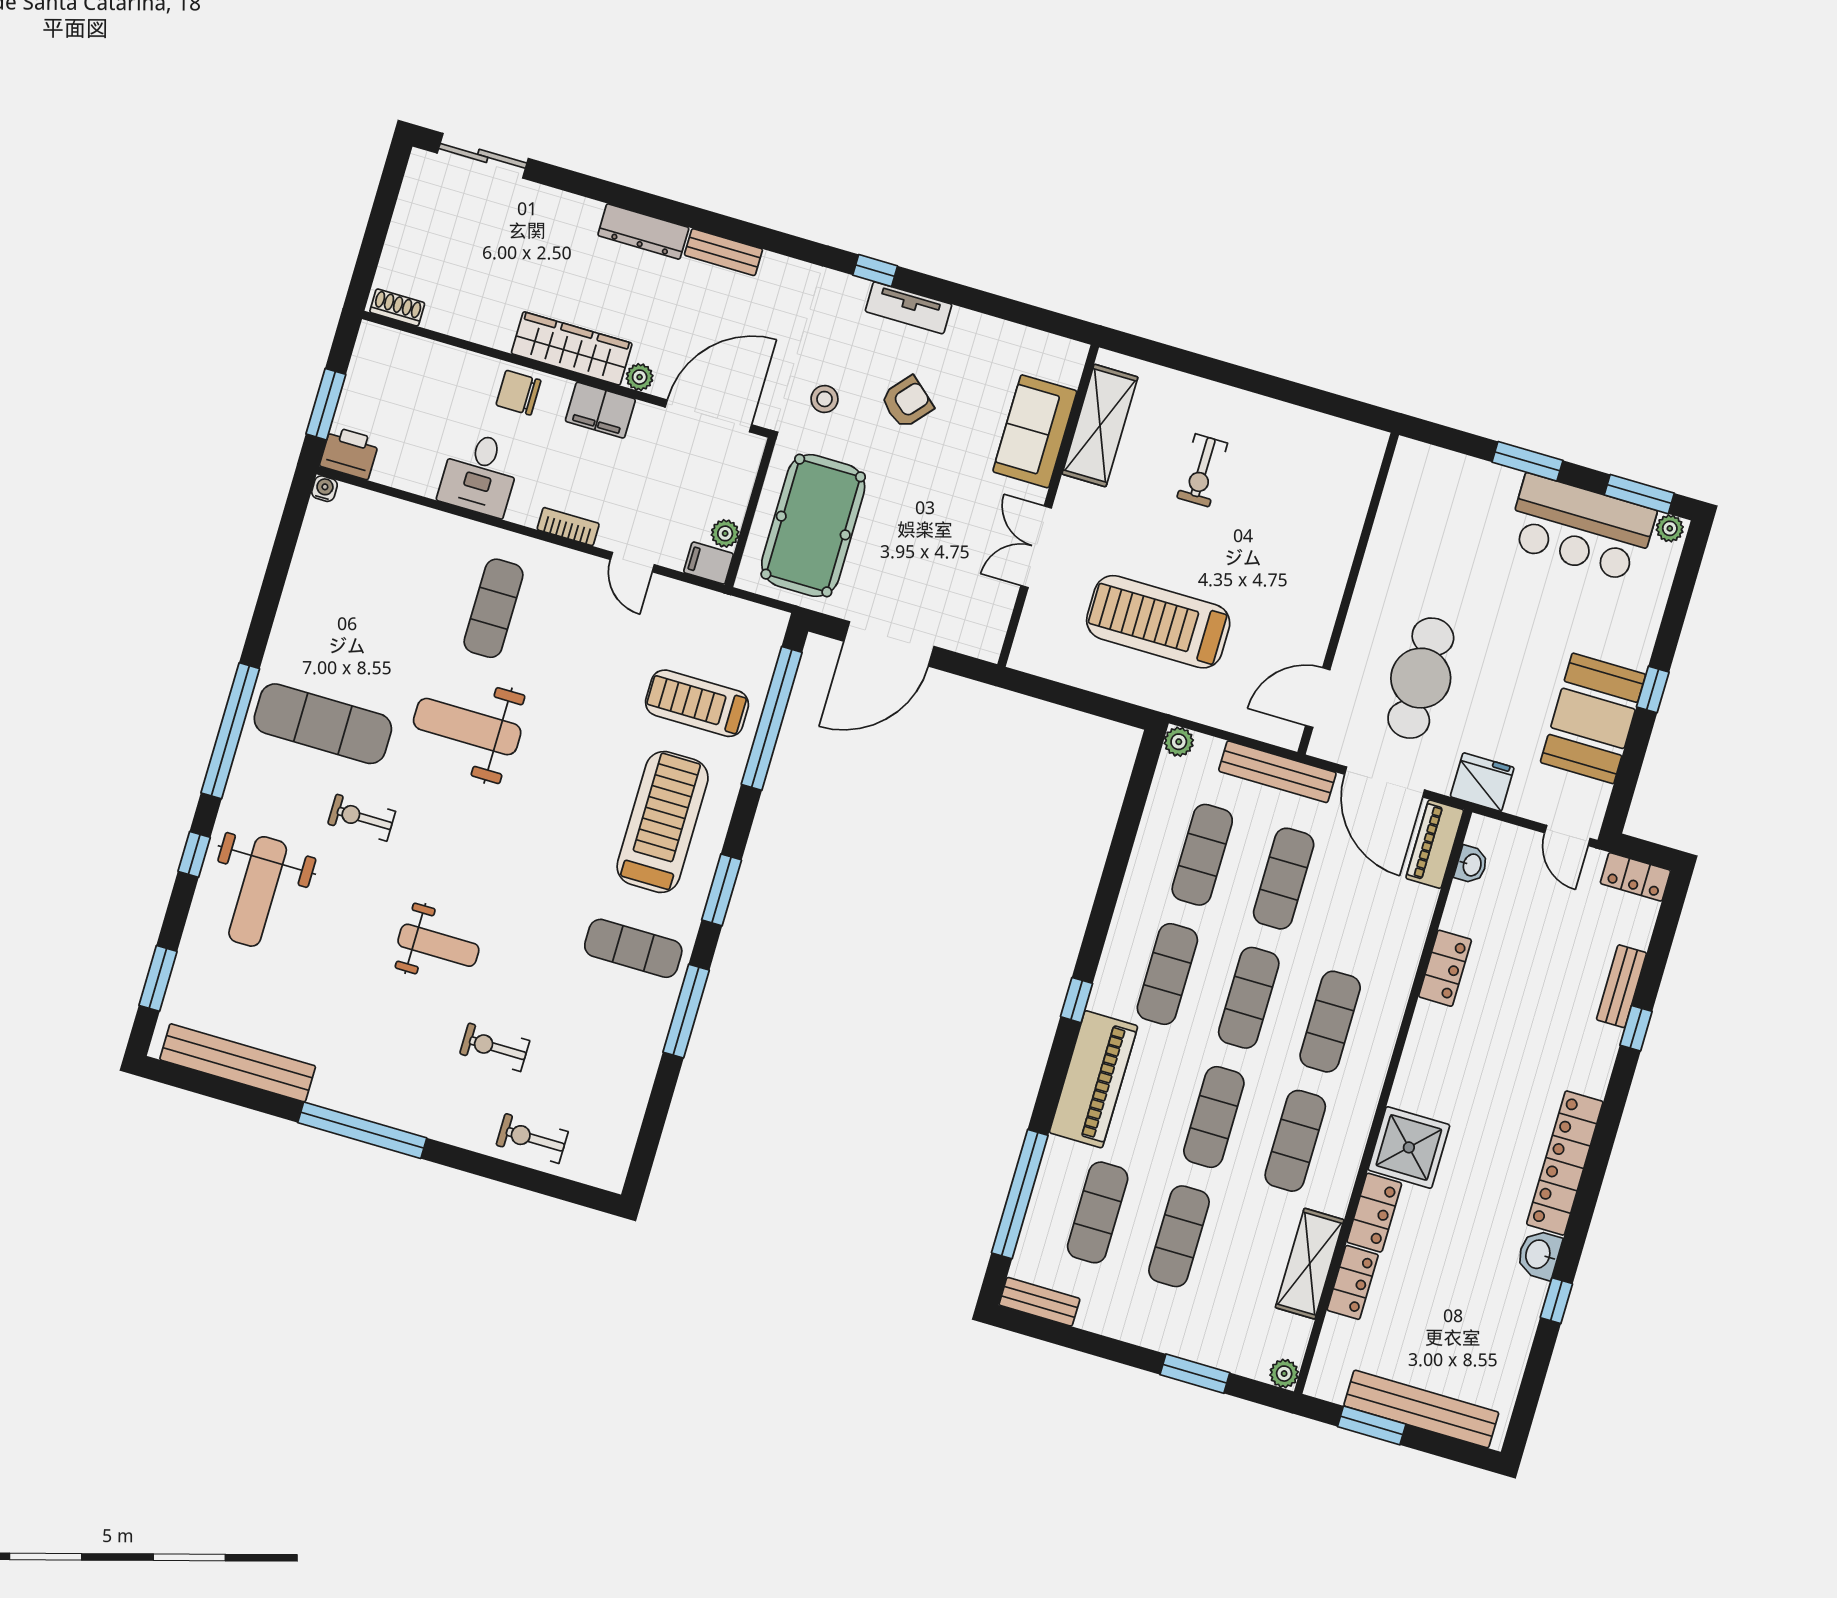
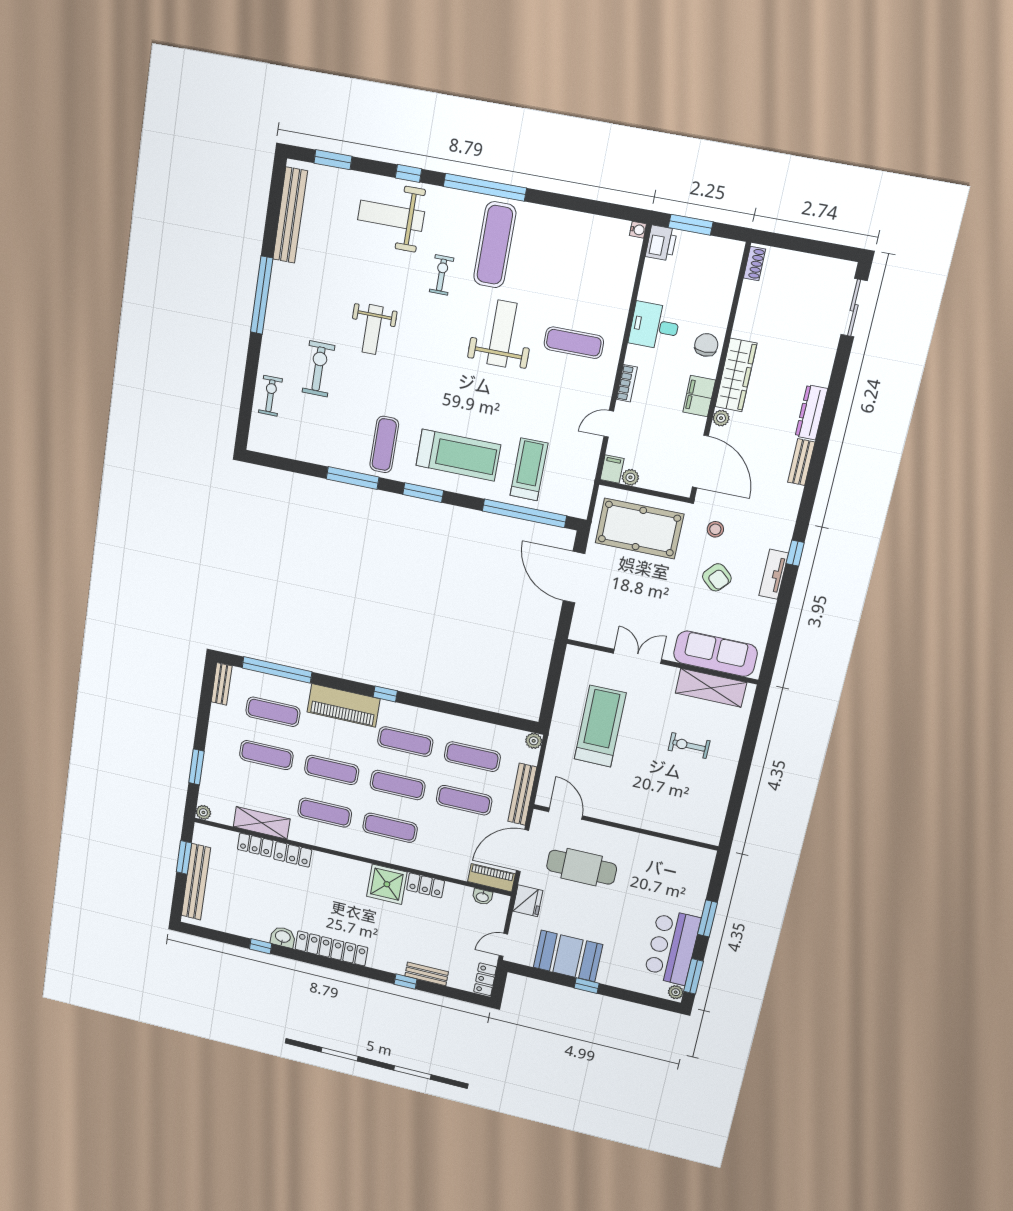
sofa: (1035, 431) -> (715, 654), width x1.36
exercise bike: (495, 1047) -> (319, 369), width x1.38, depth x1.39
shower: (1409, 1147) -> (387, 884), moved

